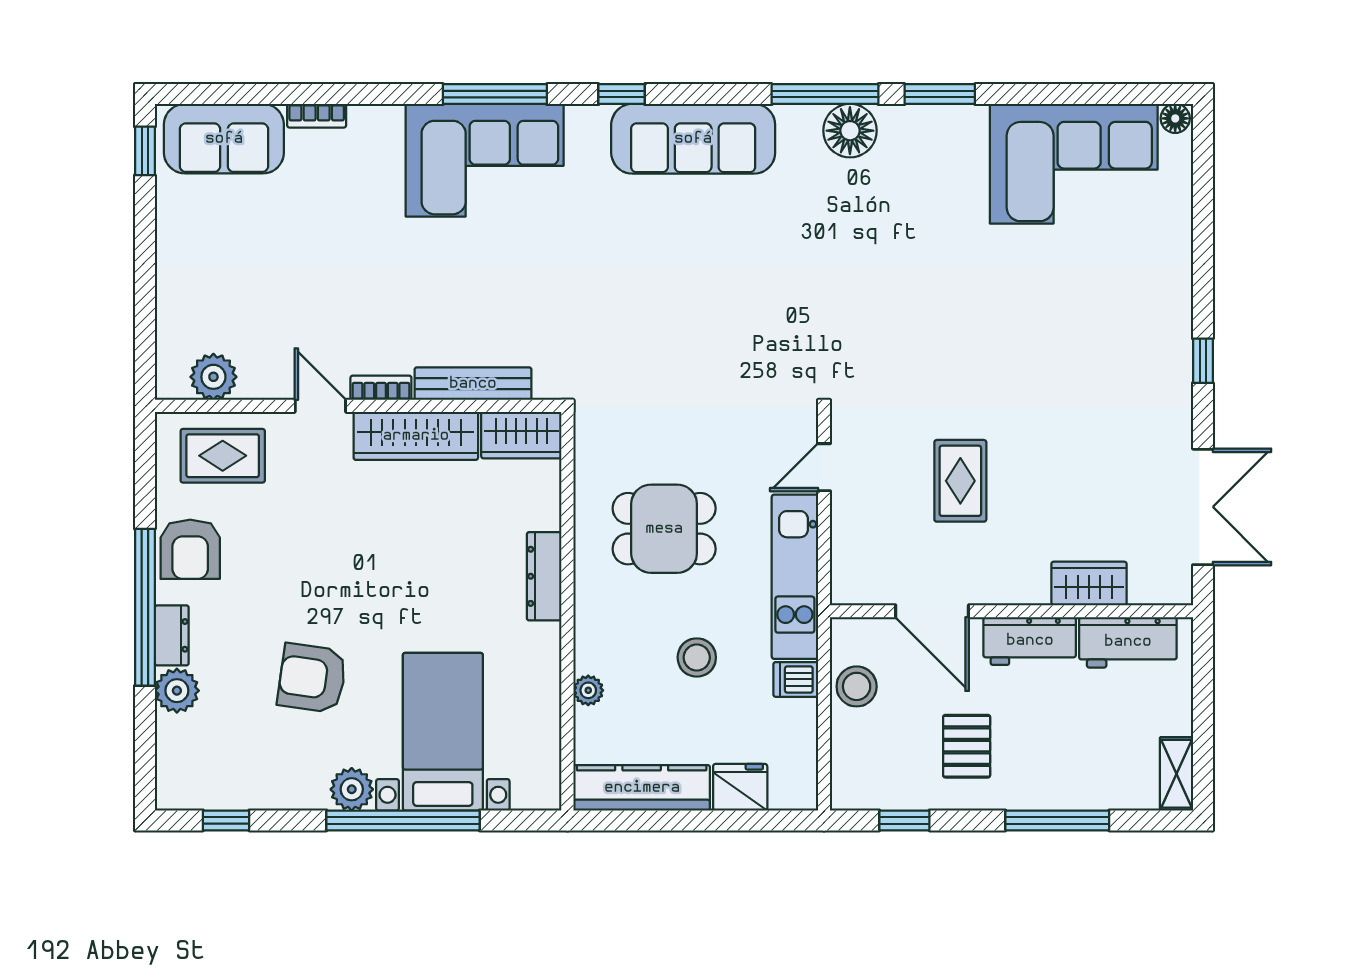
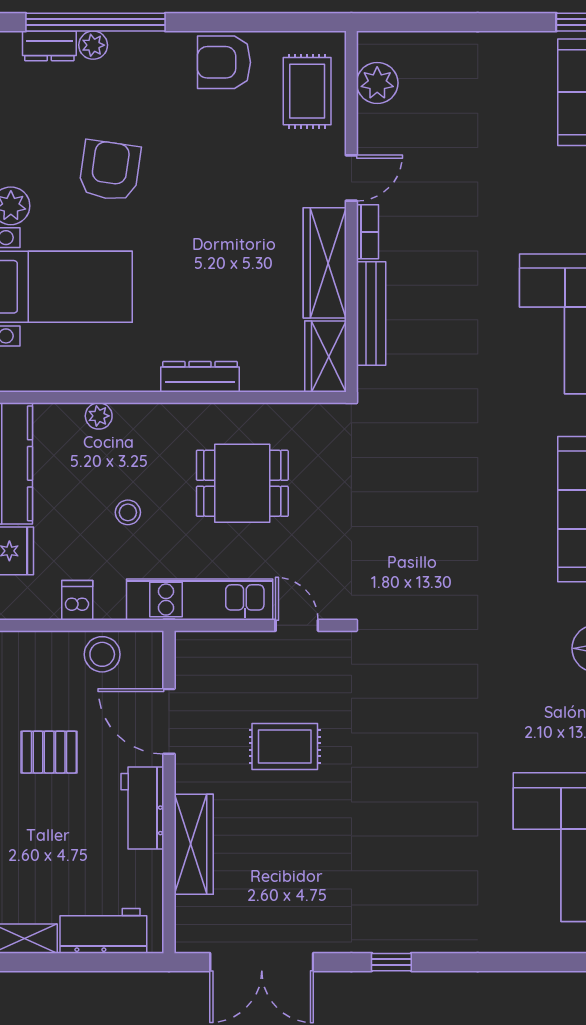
dining table: (664, 529) -> (242, 483), turned 90
wardrobe: (1089, 583) -> (194, 844), width x1.50
window: (145, 607) -> (96, 22), moved
door: (932, 611) -> (169, 721), hinge flipped
dresser: (172, 635) -> (49, 46), moved
workbench: (1128, 642) -> (103, 931), moved, turned 90
stool: (697, 657) -> (128, 512), width x0.73, depth x0.73
dishwasher: (796, 679) -> (77, 600), moved
plant: (177, 691) -> (93, 45), width x0.73, depth x0.73

